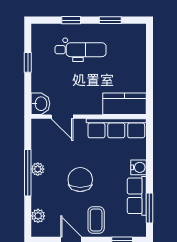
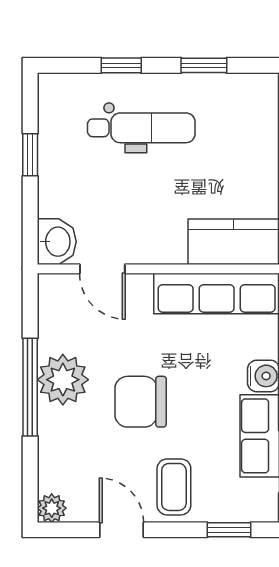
plant: (38, 169) -> (63, 380), width x1.88, depth x1.88
chair: (80, 180) -> (141, 402), turned -90
plant: (38, 216) -> (52, 508), moved

